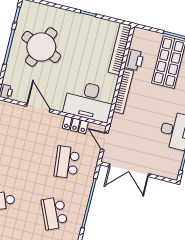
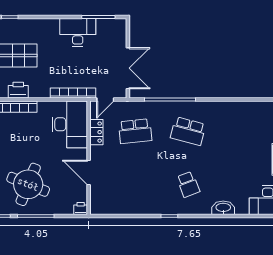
bookcase: (123, 91) -> (73, 93), moved
door: (38, 108) -> (89, 173), hinge flipped
school desk: (54, 213) -> (188, 131), turned 39

